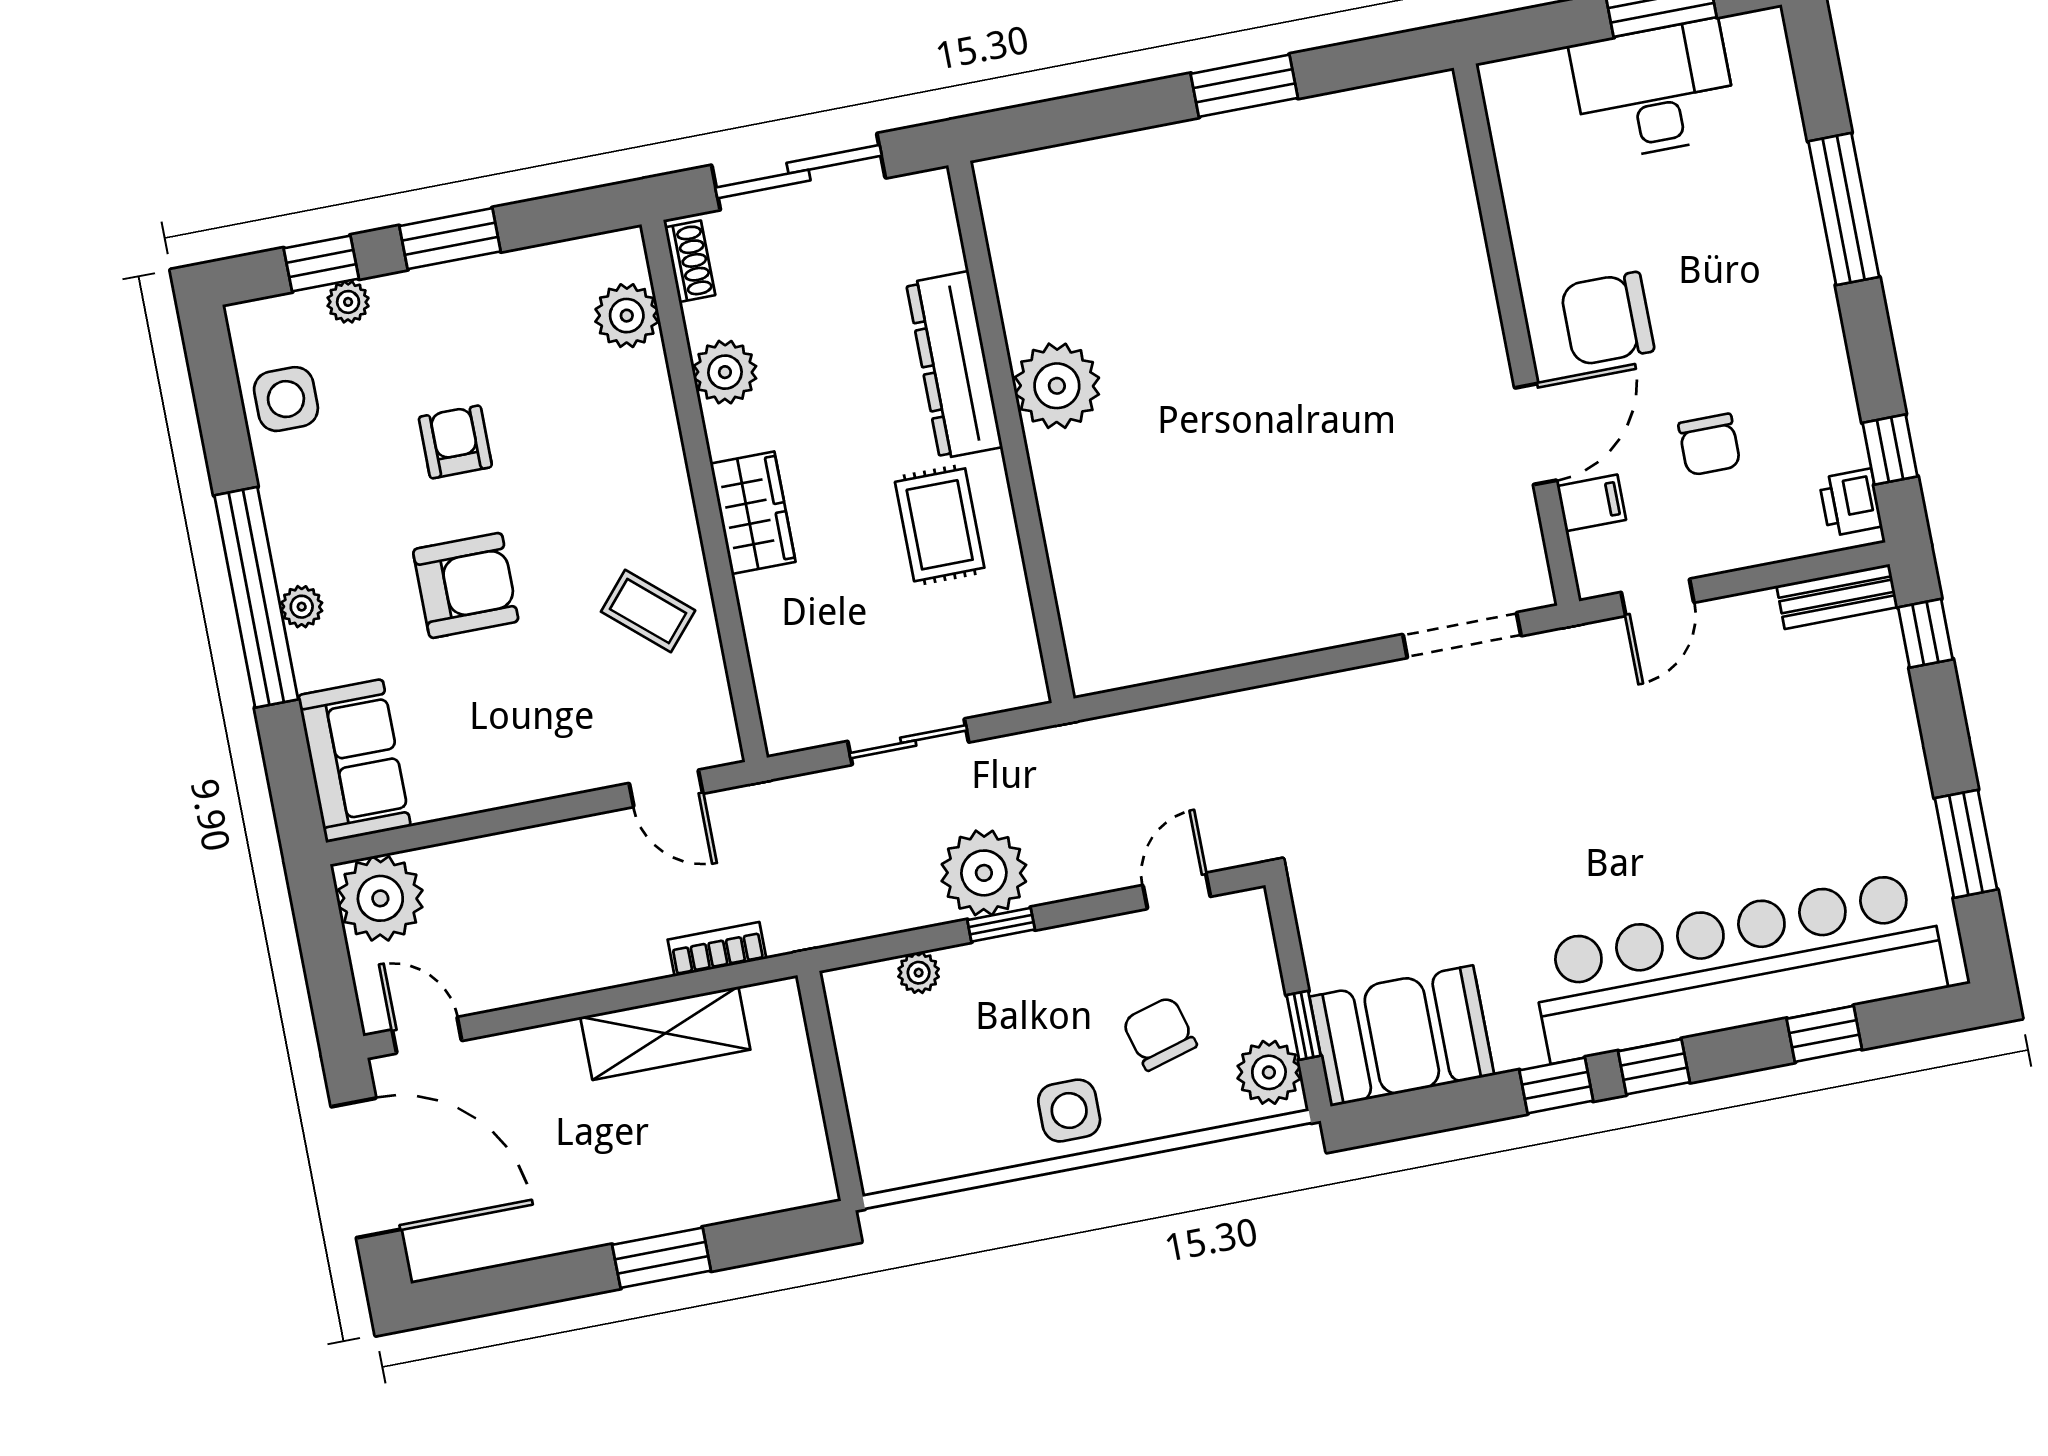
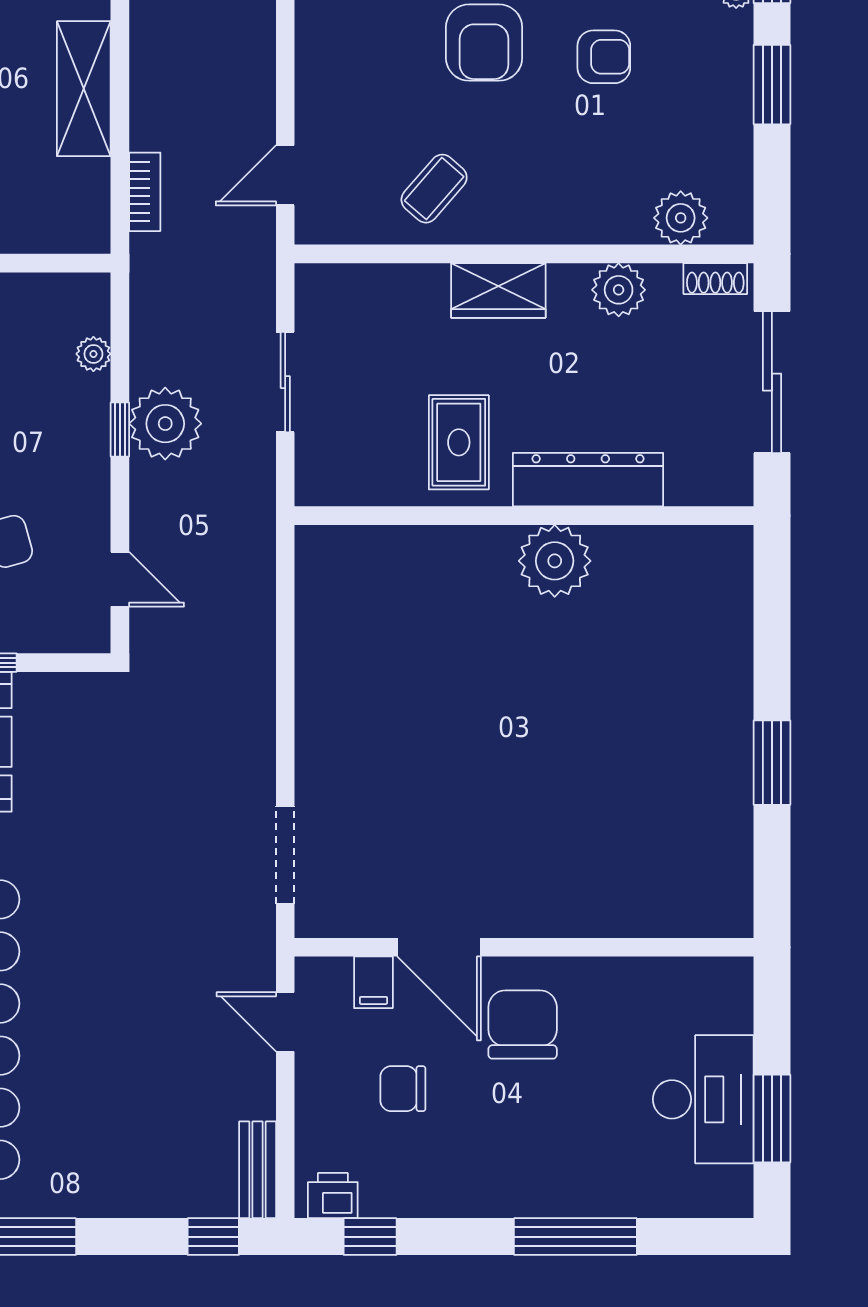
rug: (940, 525) -> (459, 442), turned 90
shelving: (665, 1033) -> (84, 89), moved

